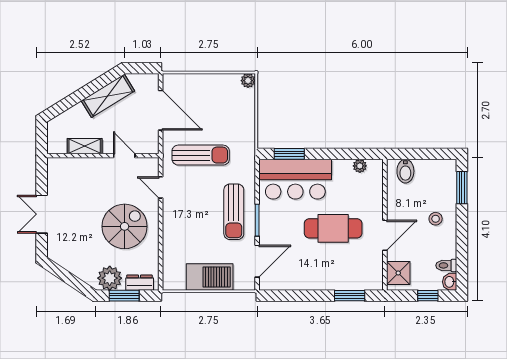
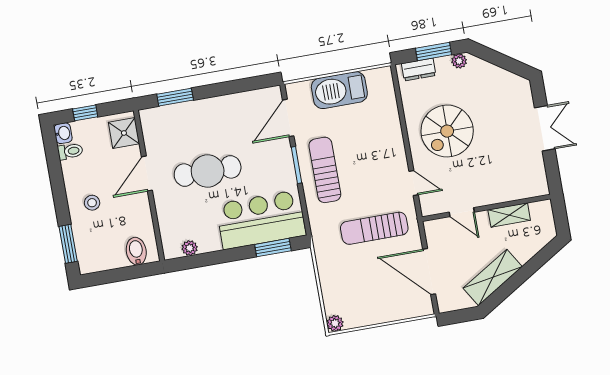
plant: (110, 278) -> (459, 61), width x0.53, depth x0.53

